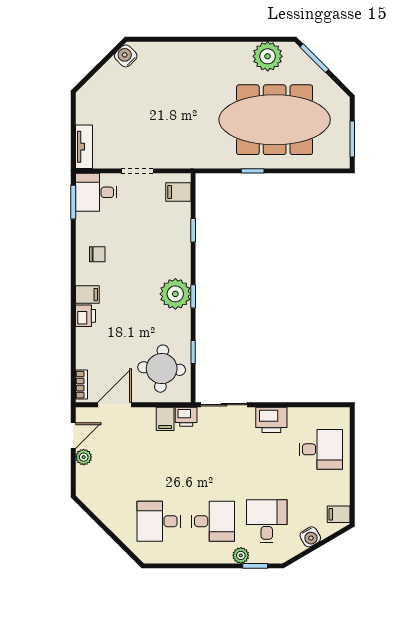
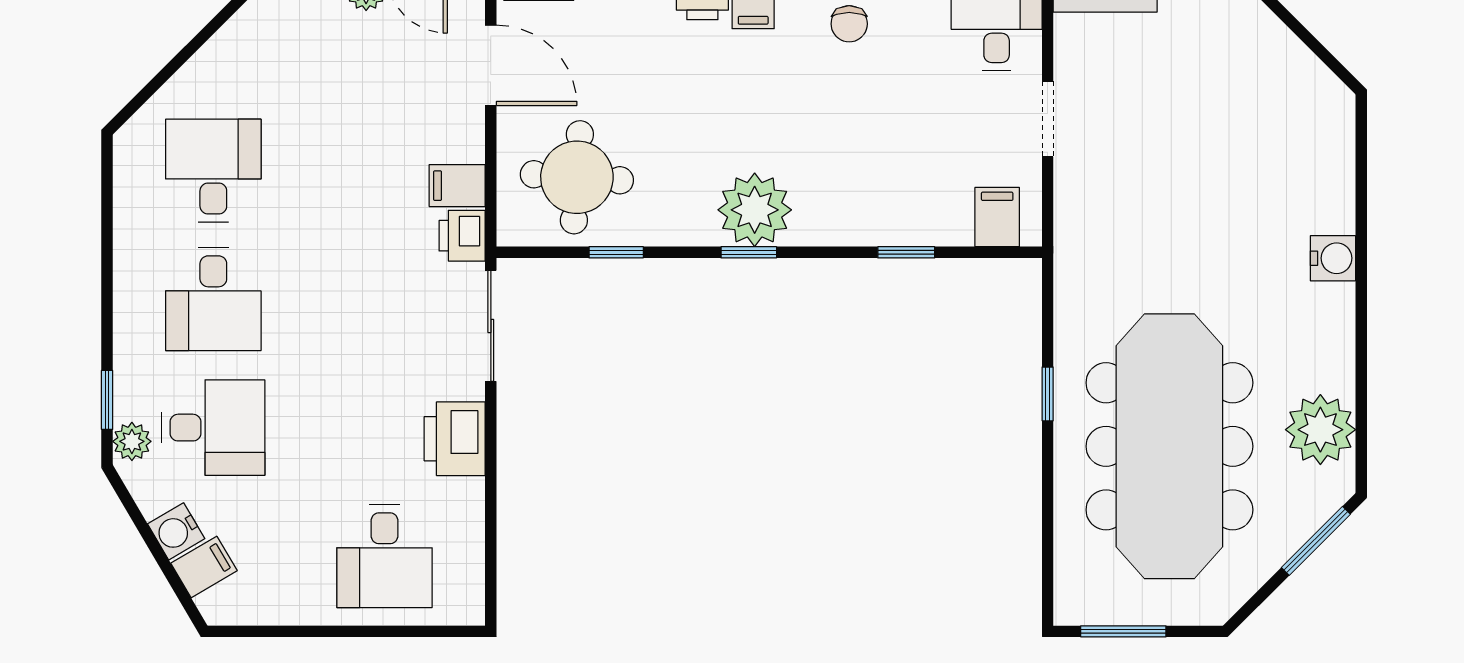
water cooler: (126, 56) -> (1333, 258), moved, turned 45
filing cabinet: (339, 514) -> (204, 567), moved, turned 60
plant: (241, 555) -> (132, 441), moved

